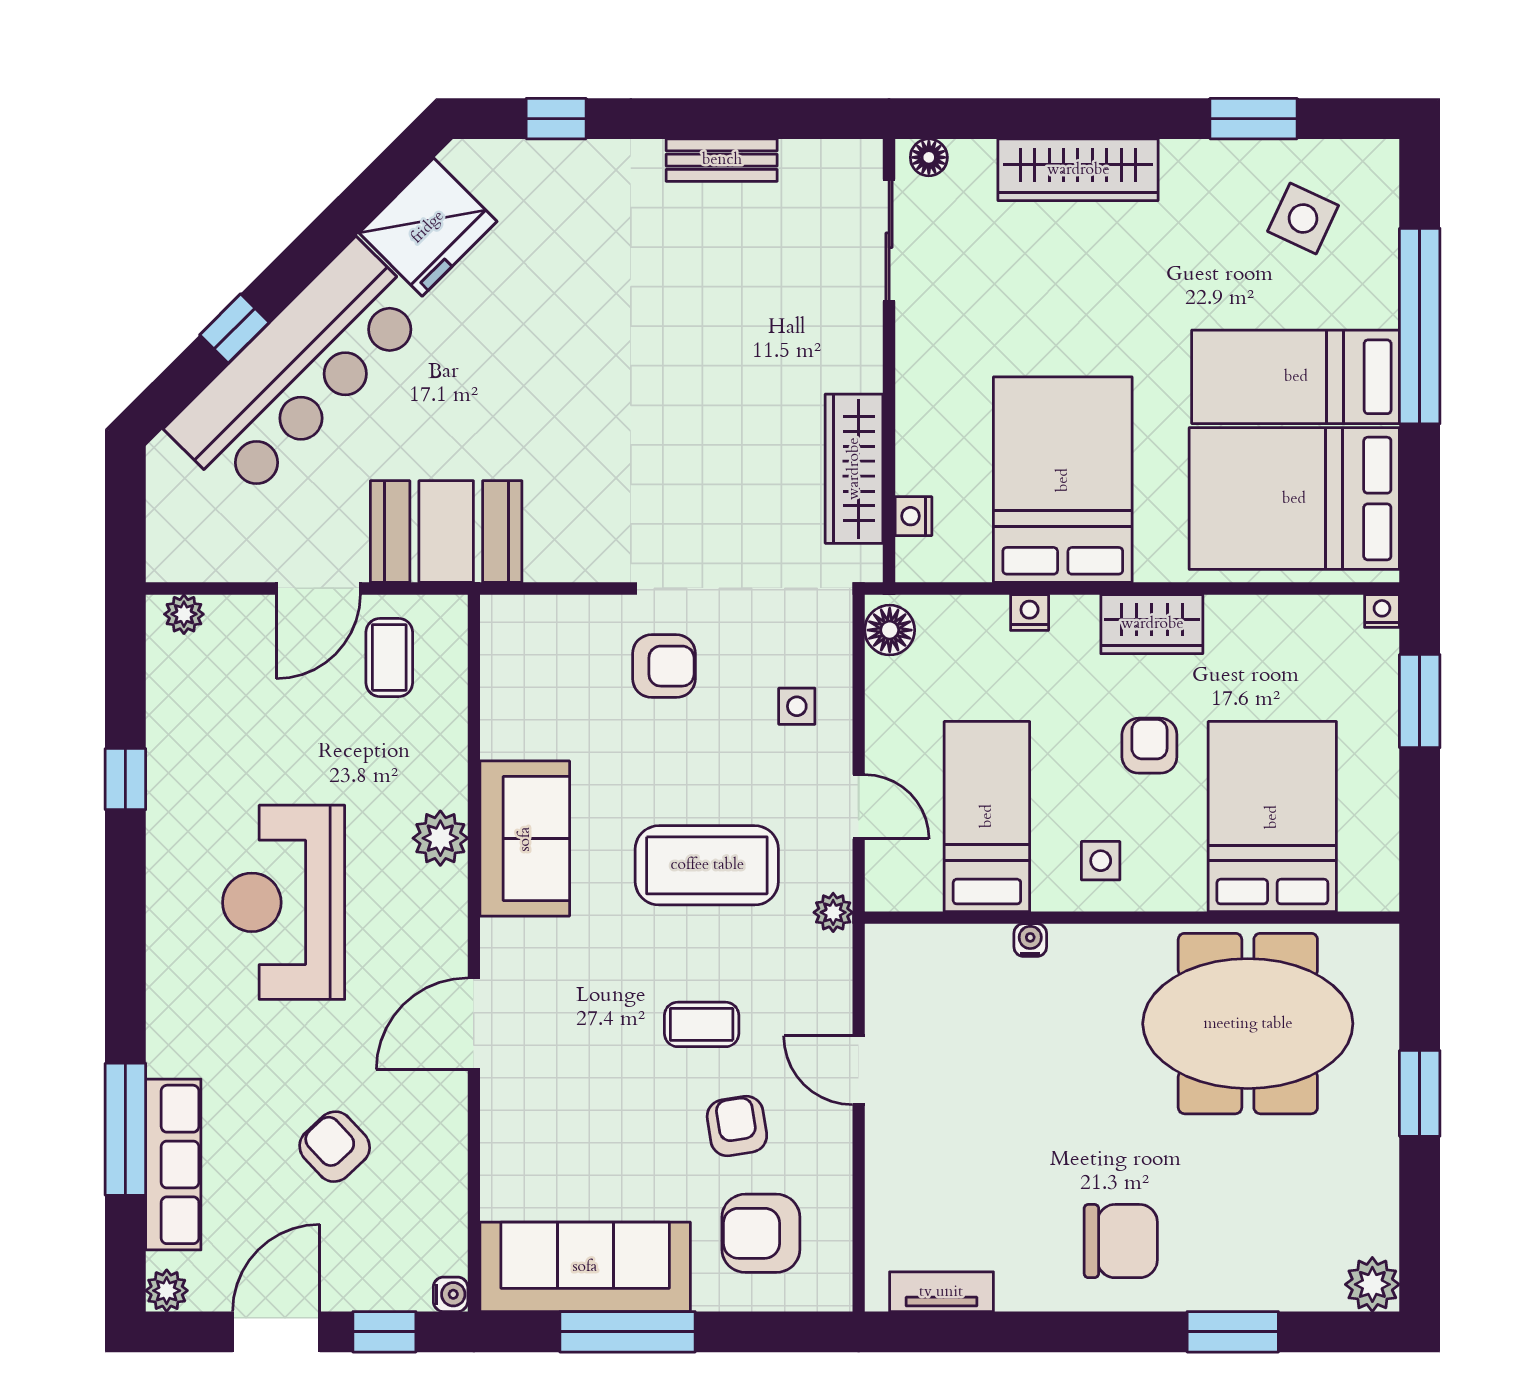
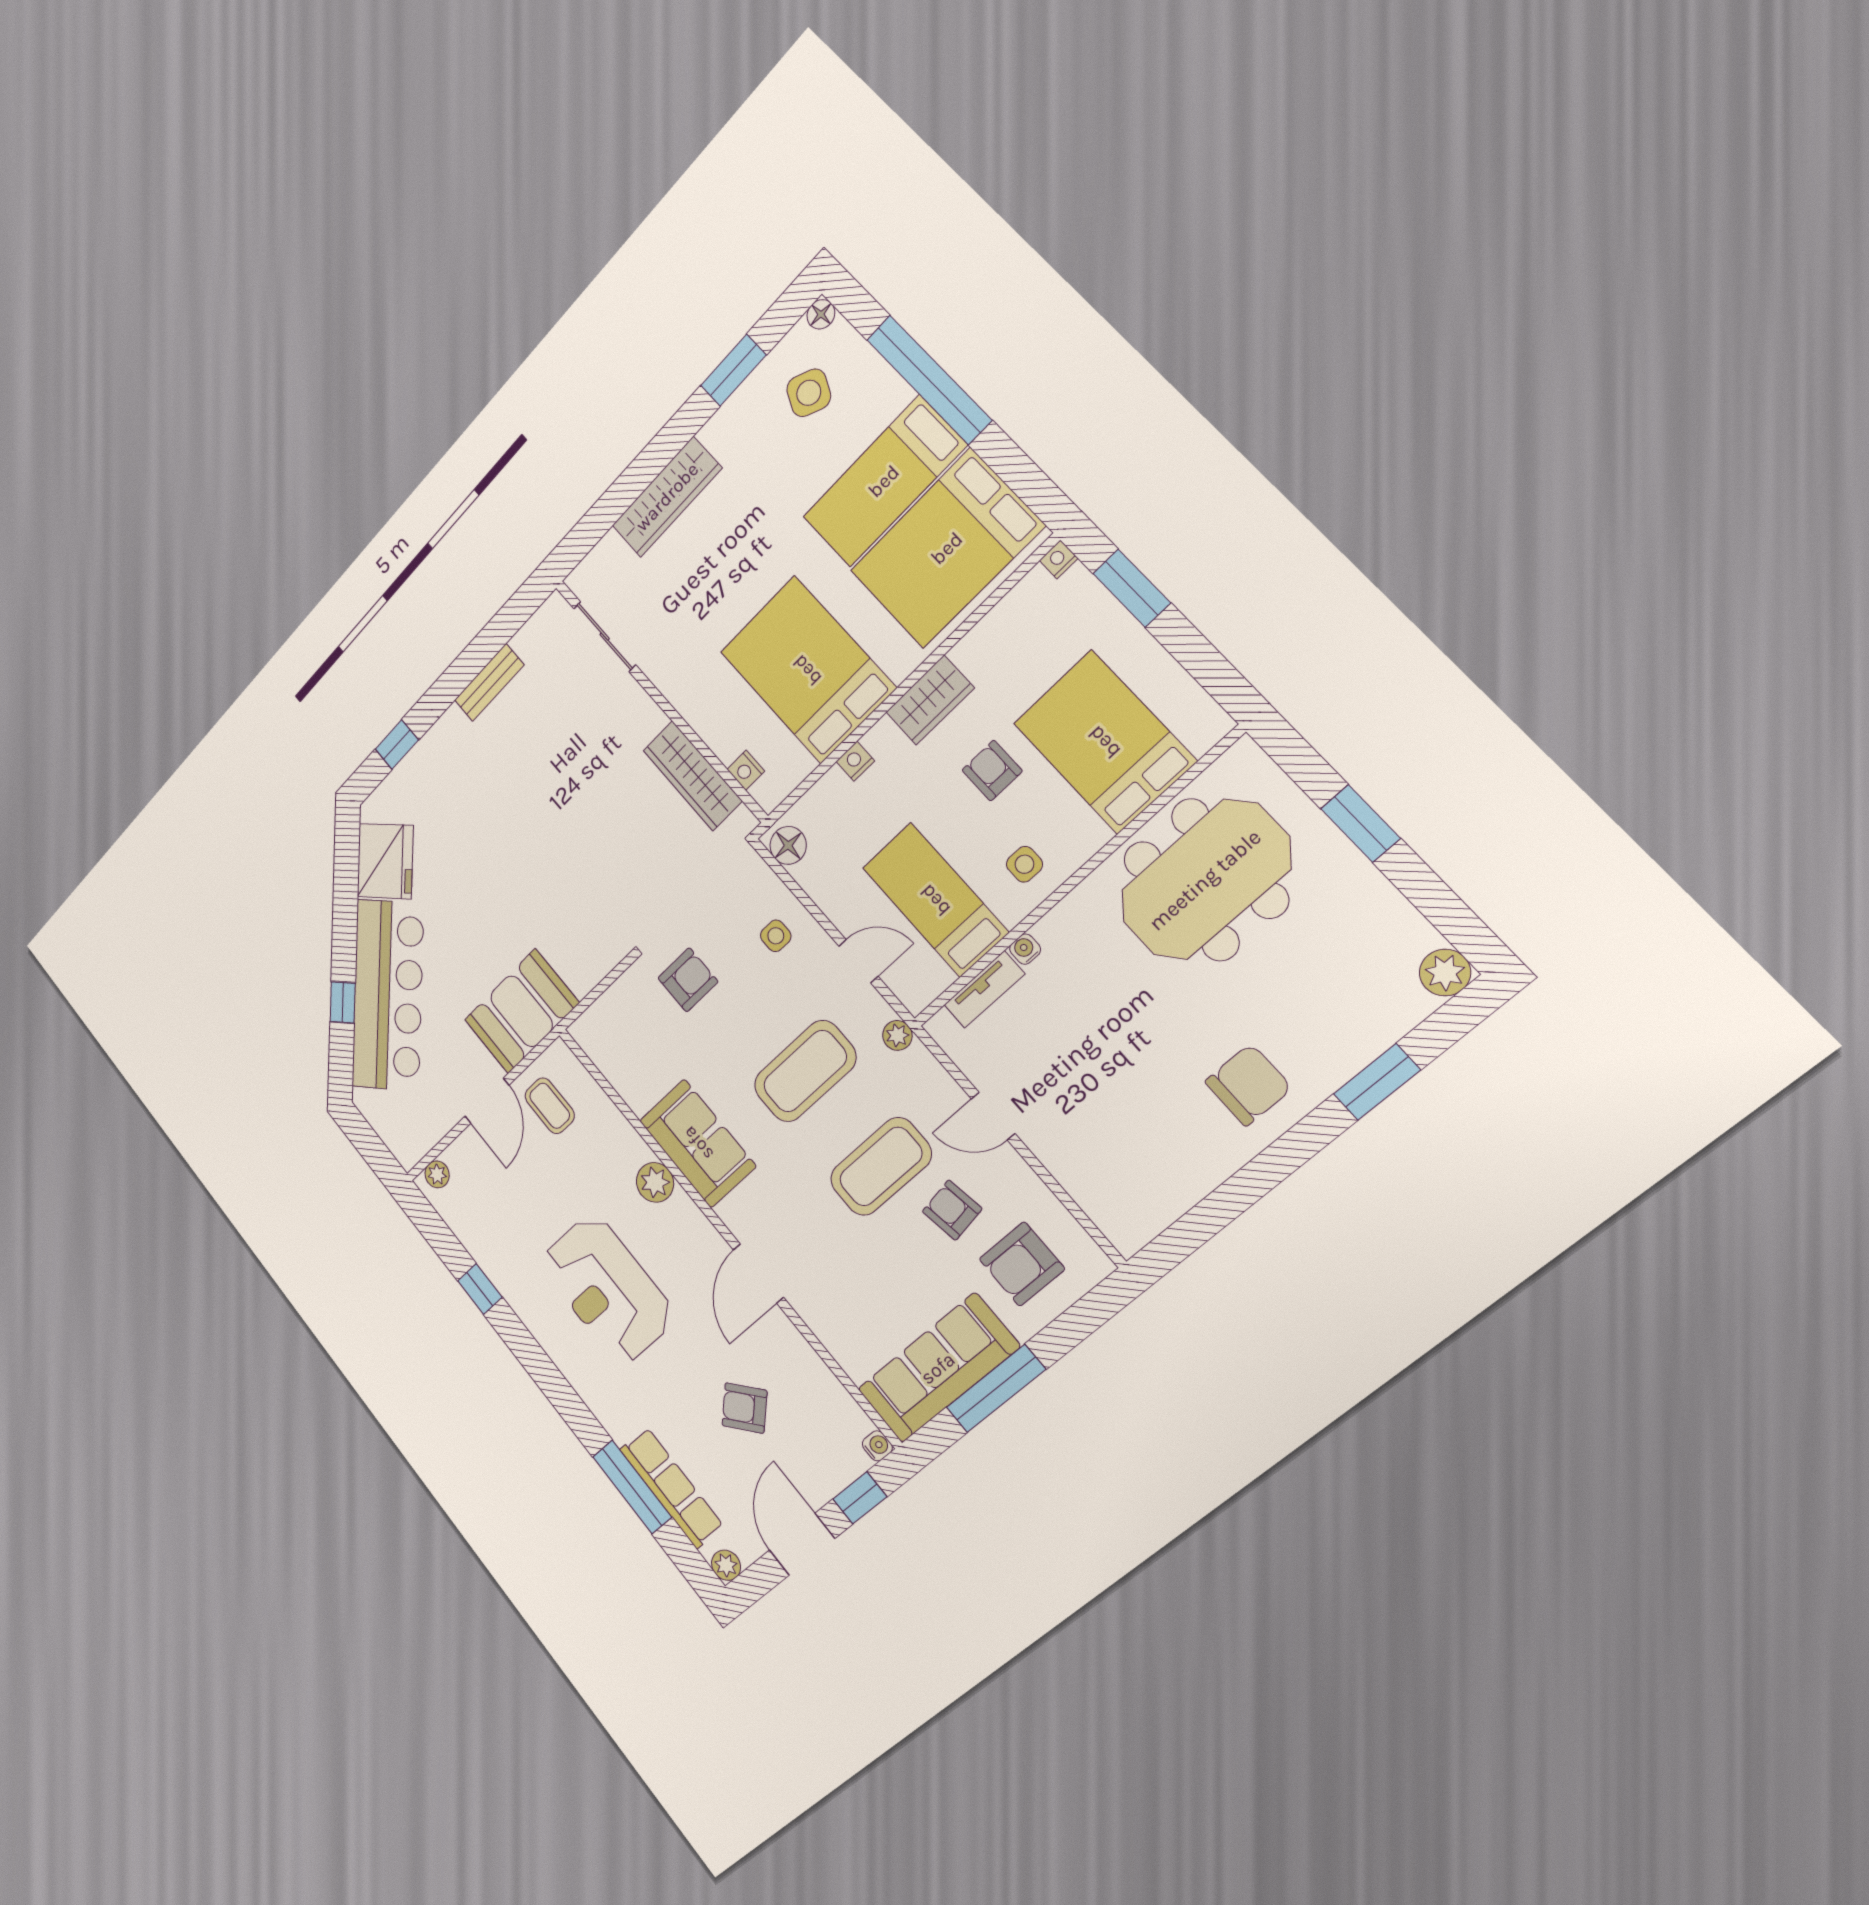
floor lamp: (929, 157) -> (821, 314), moved
coffee table: (702, 1024) -> (881, 1167), width x1.86, depth x1.72
tv unit: (941, 1292) -> (984, 989), moved, turned 180

